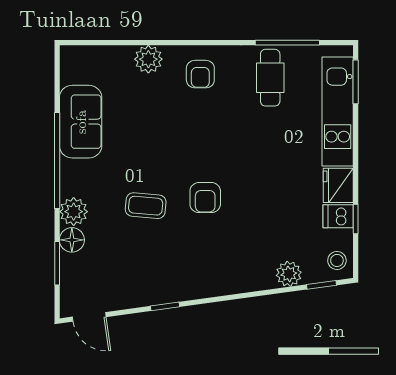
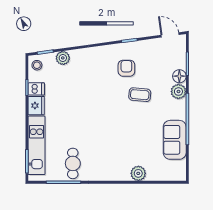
armchair: (200, 74) -> (110, 165), removed
armchair: (205, 198) -> (126, 68), moved

